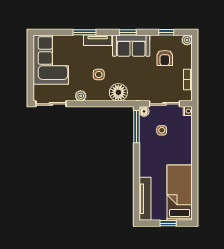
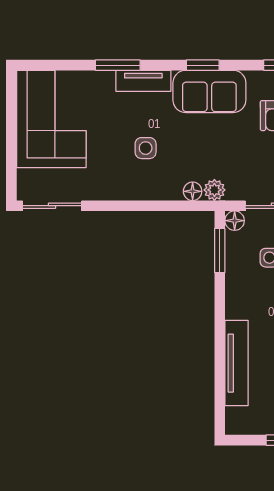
floor lamp: (118, 92) -> (193, 191), width x0.53, depth x0.53
plant: (81, 96) -> (214, 190), moved
window: (136, 127) -> (220, 250), width x0.69
tv unit: (145, 199) -> (236, 363), moved

